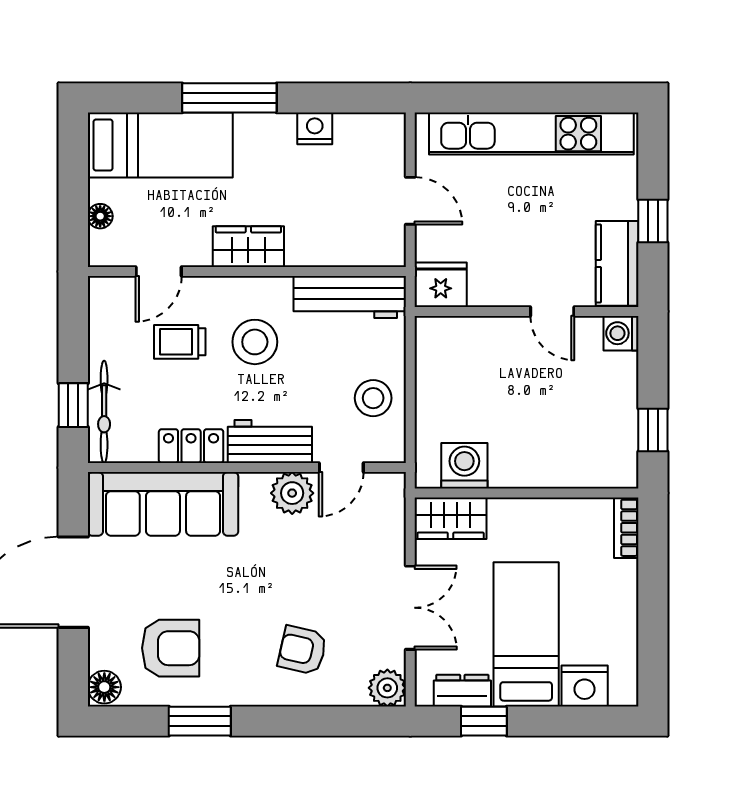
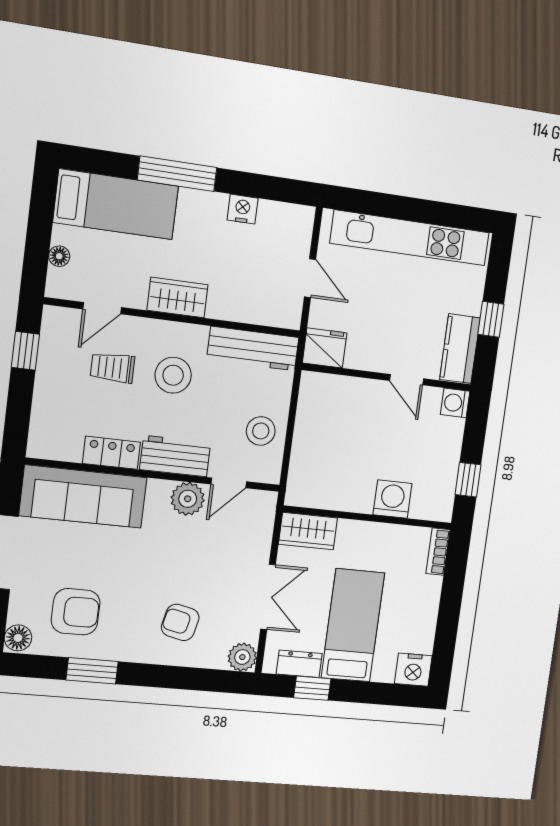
window: (73, 405) -> (25, 351), moved
bicycle: (104, 412) -> (44, 417), removed
washing machine: (464, 466) -> (392, 499), moved
nightstand: (585, 686) -> (413, 670), moved

